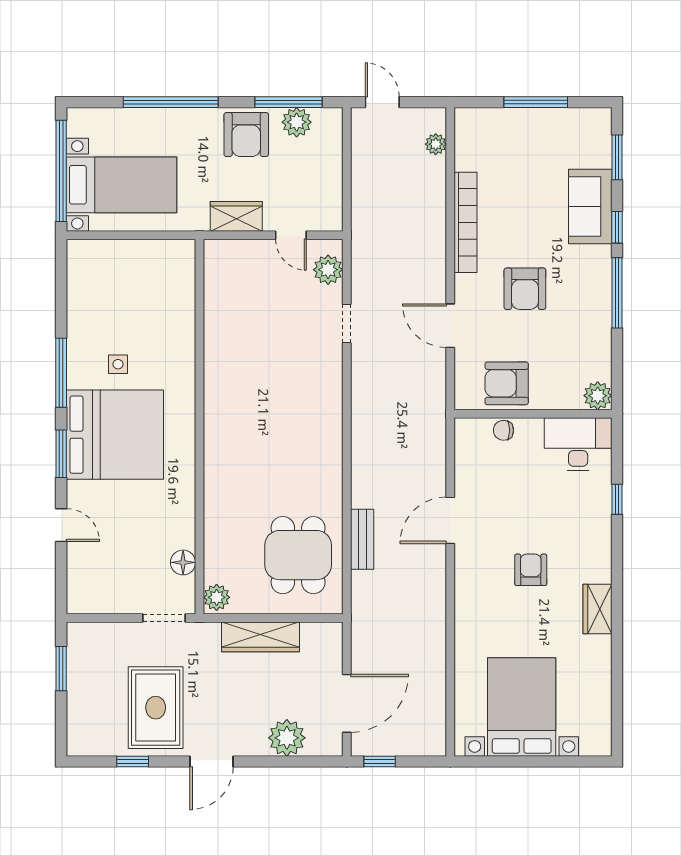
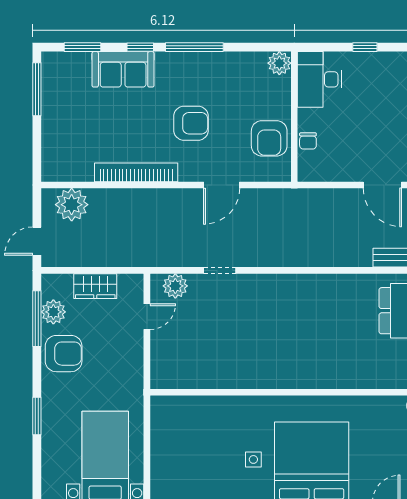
window: (171, 102) -> (37, 416), width x0.47
window: (536, 102) -> (37, 89), moved
plant: (436, 144) -> (72, 205), width x1.87, depth x1.87
wardrobe: (236, 216) -> (95, 286), moved, turned -90

